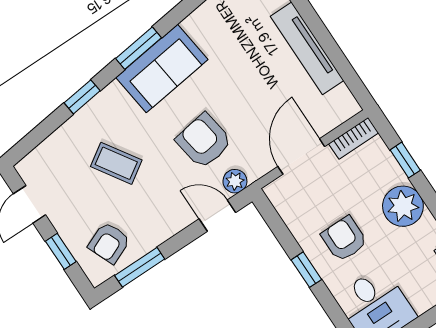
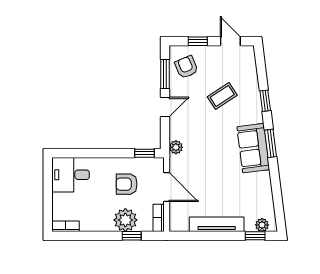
armchair: (204, 141) -> (205, 145), removed
plant: (403, 206) -> (125, 220), moved
door: (217, 216) -> (165, 107), moved
armchair: (344, 239) -> (127, 184), moved, turned 180
window: (306, 270) -> (144, 153), moved

